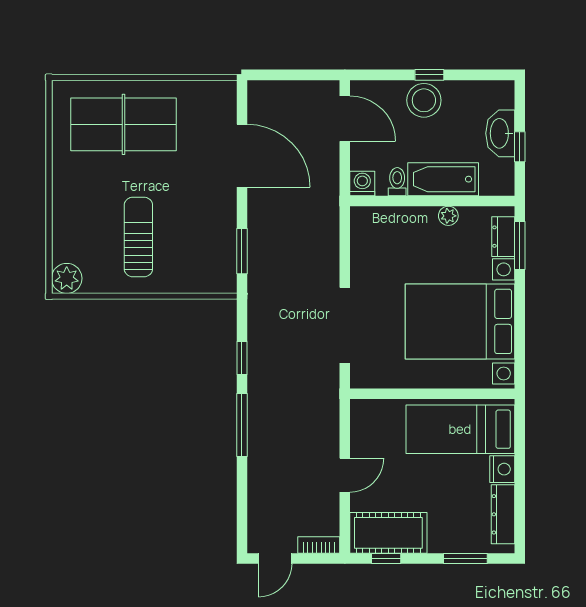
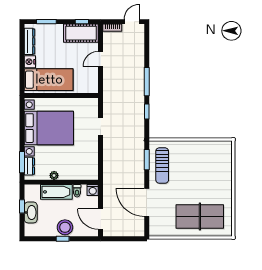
sun lounger: (138, 237) -> (162, 166), moved
plant: (67, 278) -> (225, 147), removed
doorway: (345, 325) -> (101, 126), width x0.53

